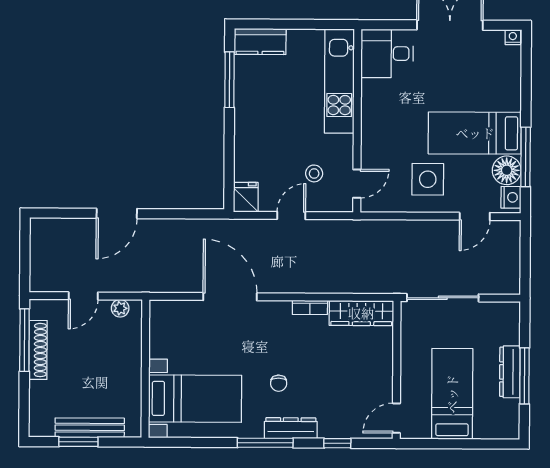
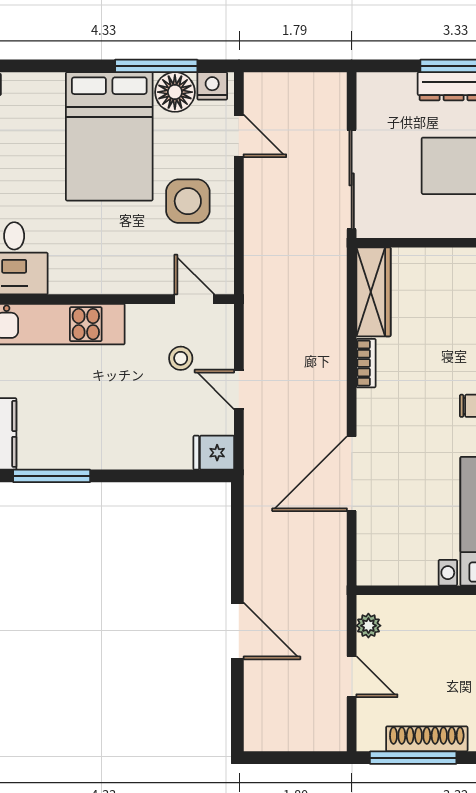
bed: (475, 133) -> (109, 136), width x1.50

